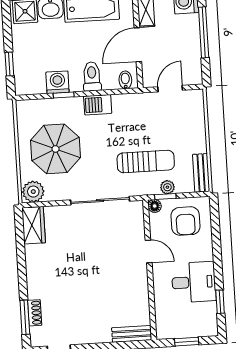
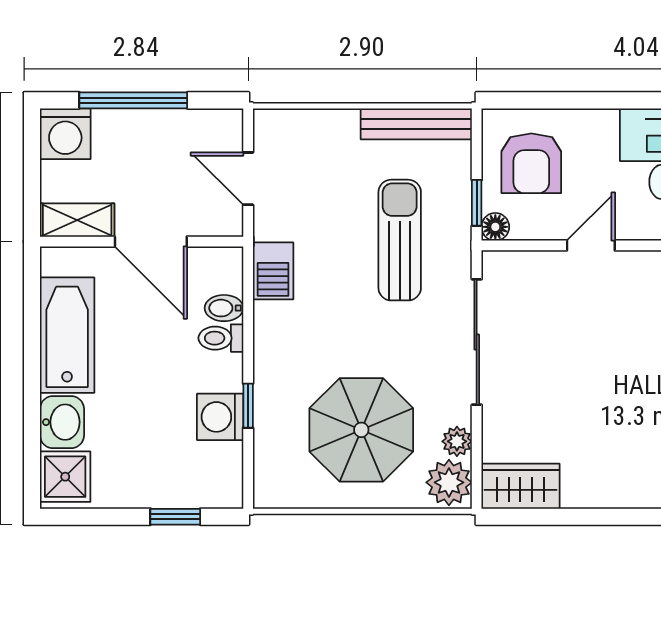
toilet: (92, 76) -> (221, 338), width x0.73, depth x0.72
bidet: (125, 80) -> (224, 308), moved
barbecue: (98, 105) -> (273, 271), moved
bench: (201, 173) -> (416, 124), width x1.36
plant: (167, 187) -> (457, 441), moved
armchair: (185, 221) -> (531, 163), turned 90

